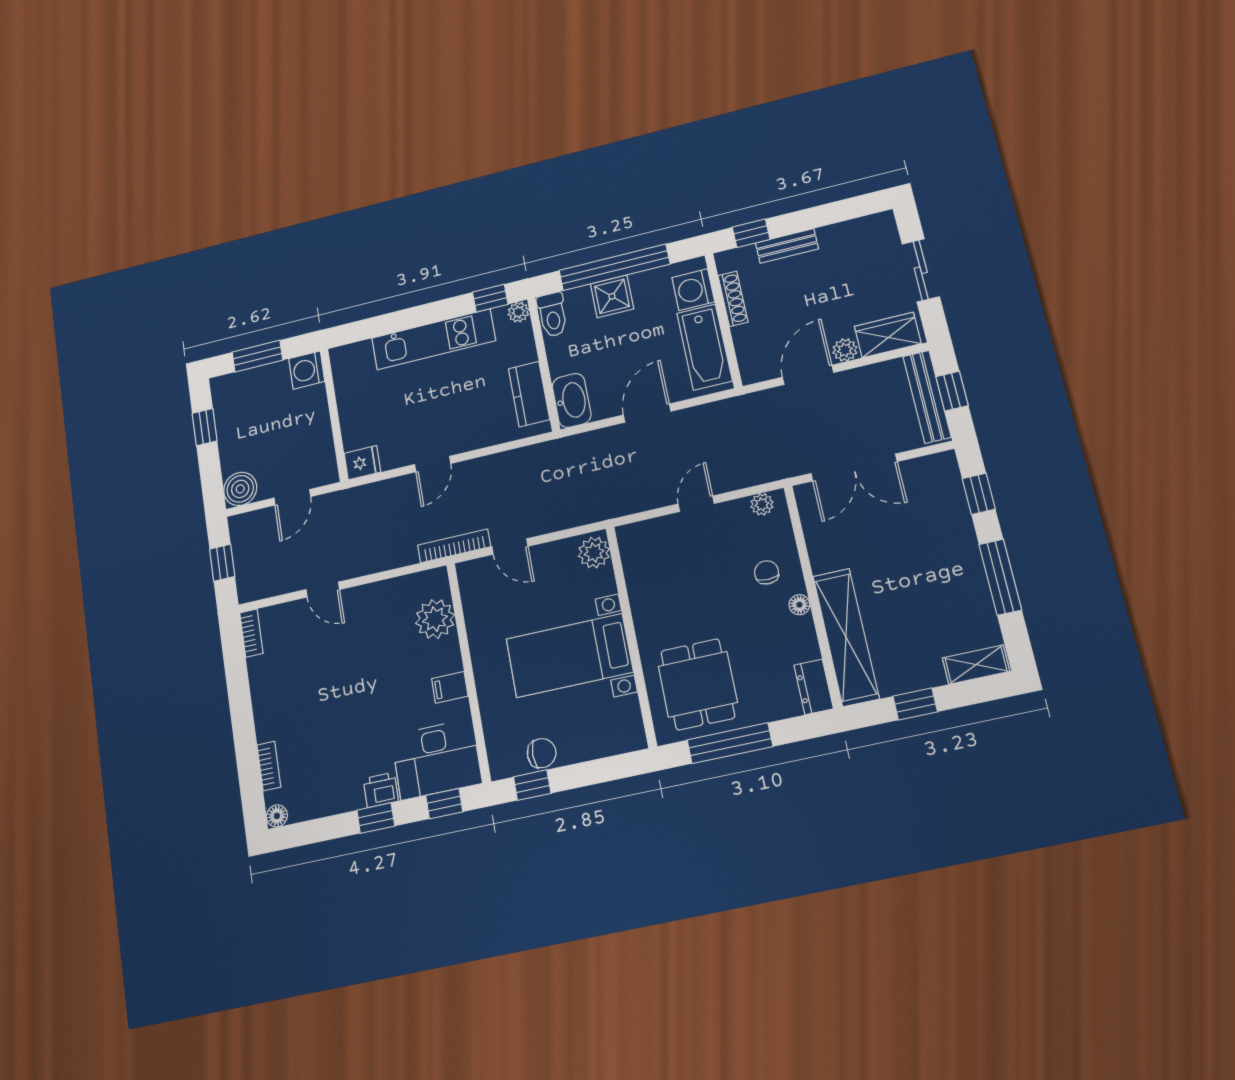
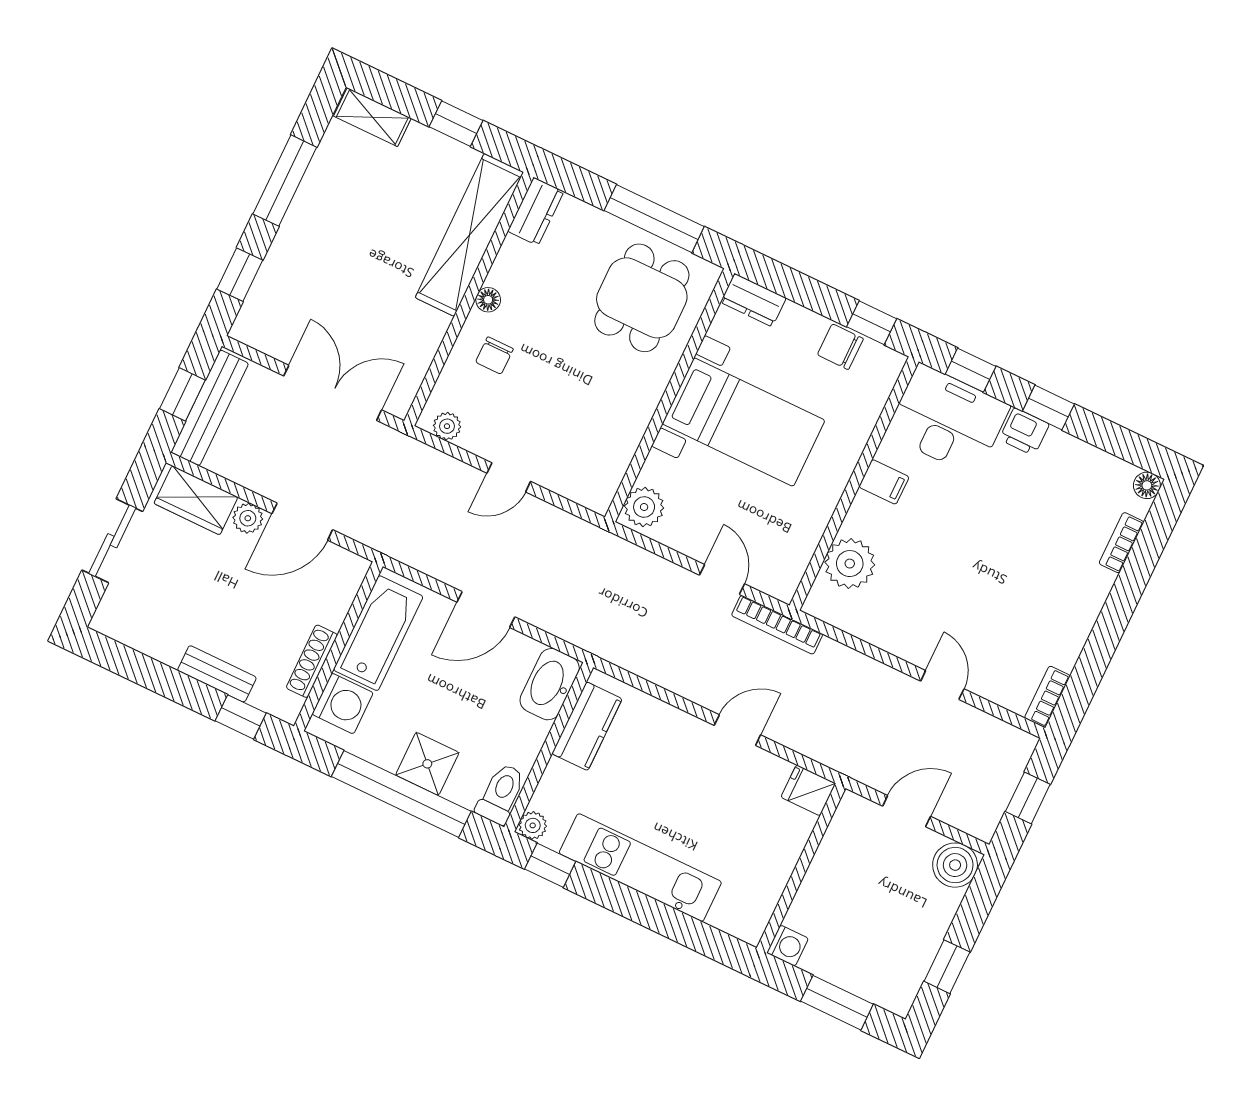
washing machine: (307, 370) -> (788, 946), width x0.73, depth x0.73
dresser: (622, 740) -> (753, 300), added

